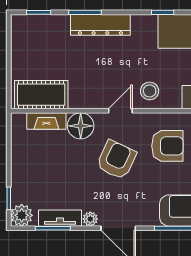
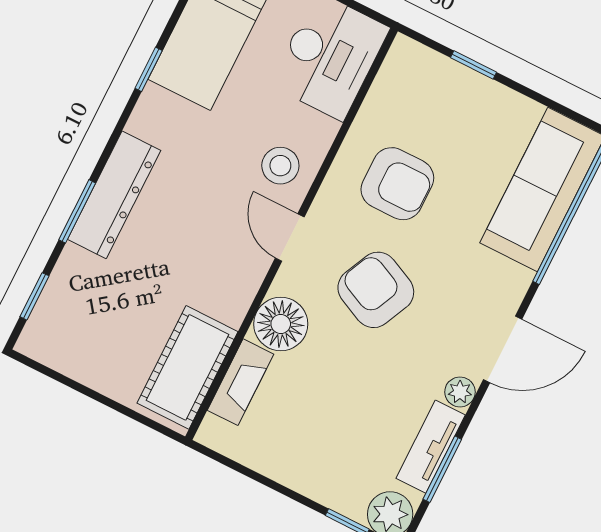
armchair: (167, 146) -> (397, 184), turned 90

